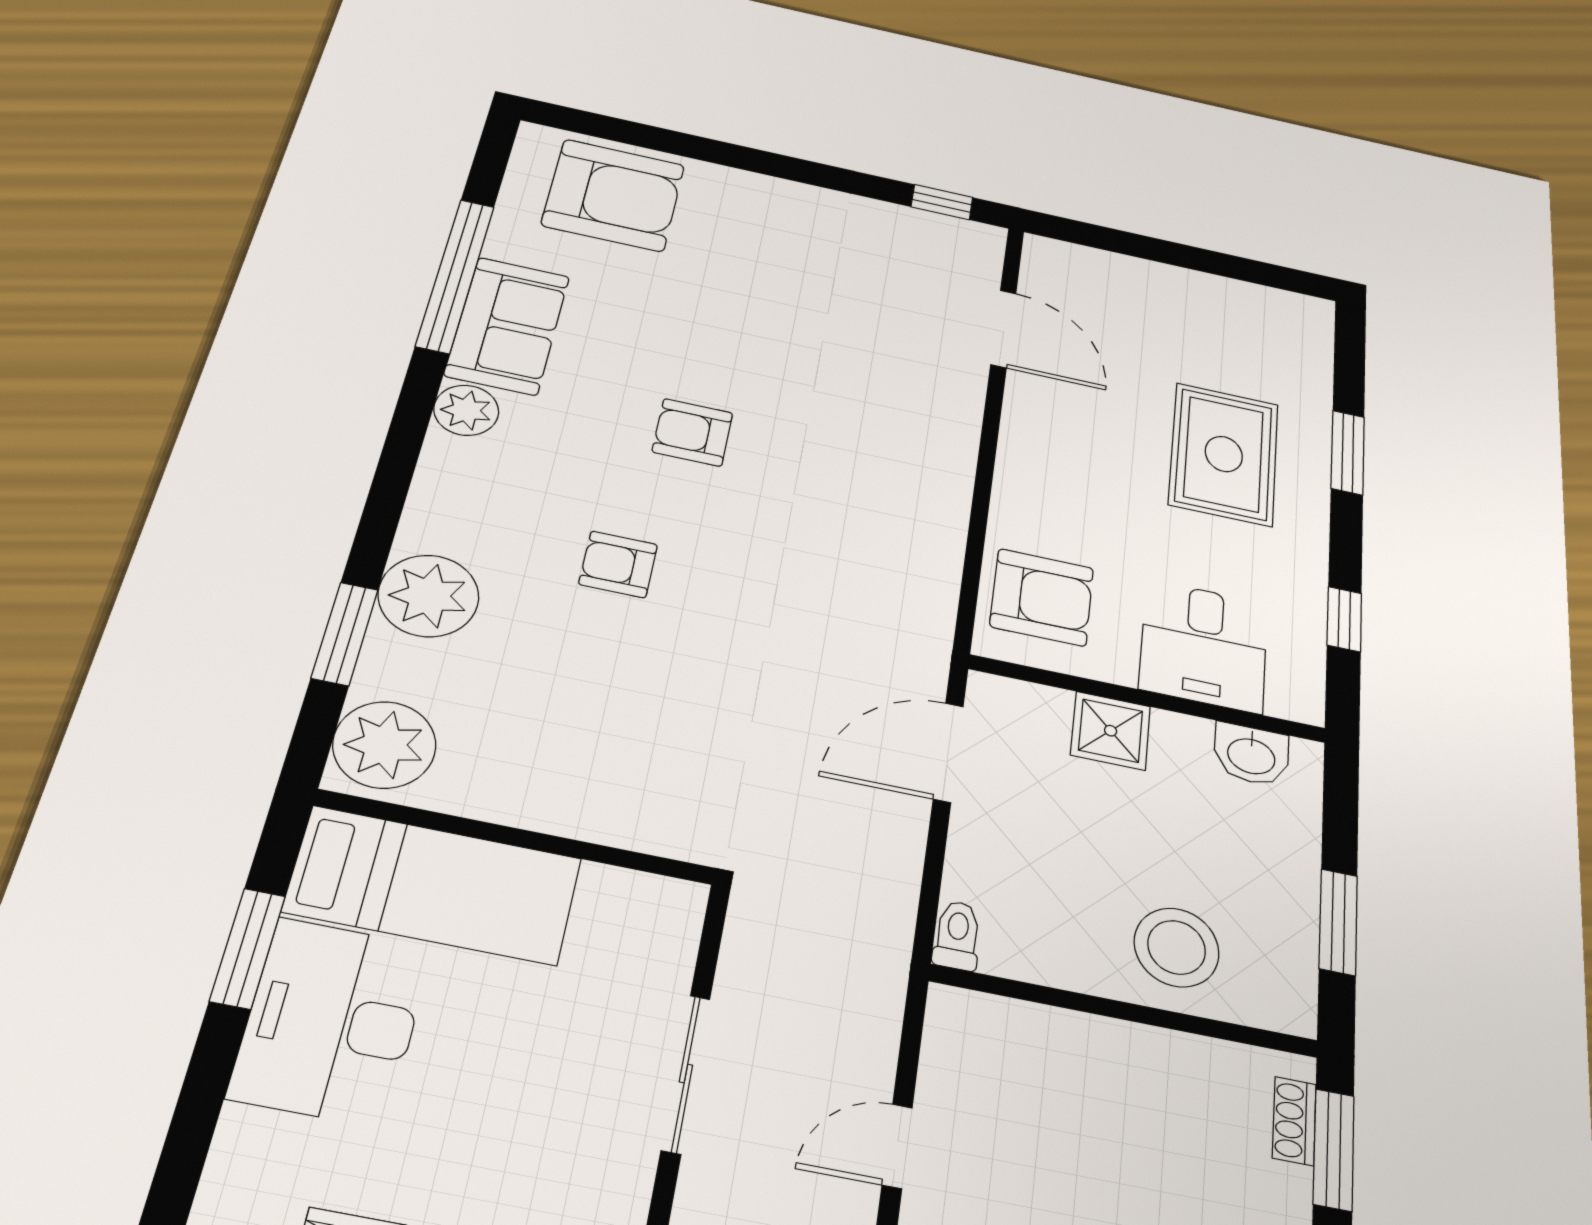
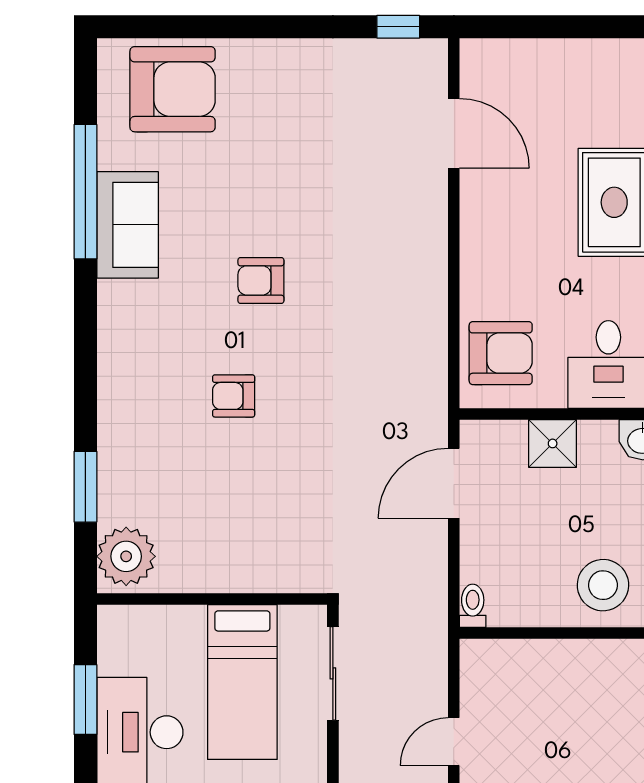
plant: (466, 410) -> (117, 302), removed
plant: (428, 596) -> (127, 448), removed
bed: (434, 885) -> (242, 682), moved, turned 90
sliding door: (686, 1074) -> (333, 673), moved

